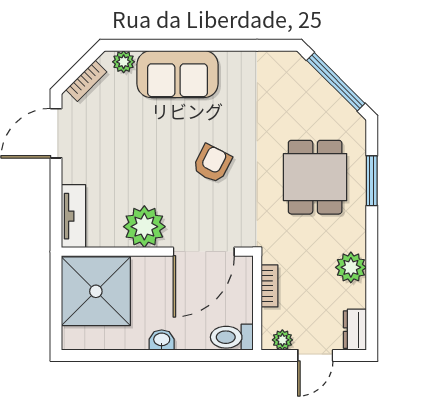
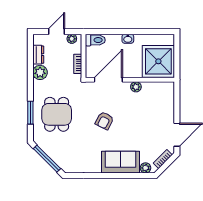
tv unit: (74, 216) -> (169, 96), removed
plant: (144, 227) -> (136, 87), width x0.53, depth x0.53
dresser: (355, 330) -> (38, 55), moved

